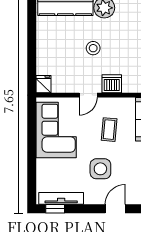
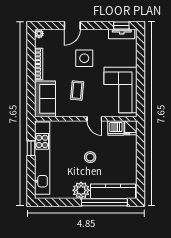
dishwasher: (112, 84) -> (116, 128), moved
door: (88, 95) -> (94, 119), swing flipped
tv unit: (61, 198) -> (122, 34), width x0.71

